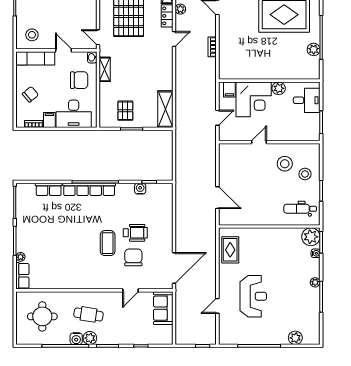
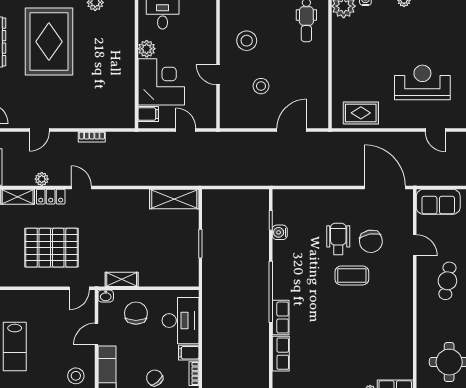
pallet: (125, 111) -> (176, 252), removed
stool: (305, 174) -> (261, 86), moved
row of seats: (89, 189) -> (281, 318), width x0.50
chair: (133, 257) -> (371, 241), turned -100
cafe table: (89, 314) -> (447, 281), moved

